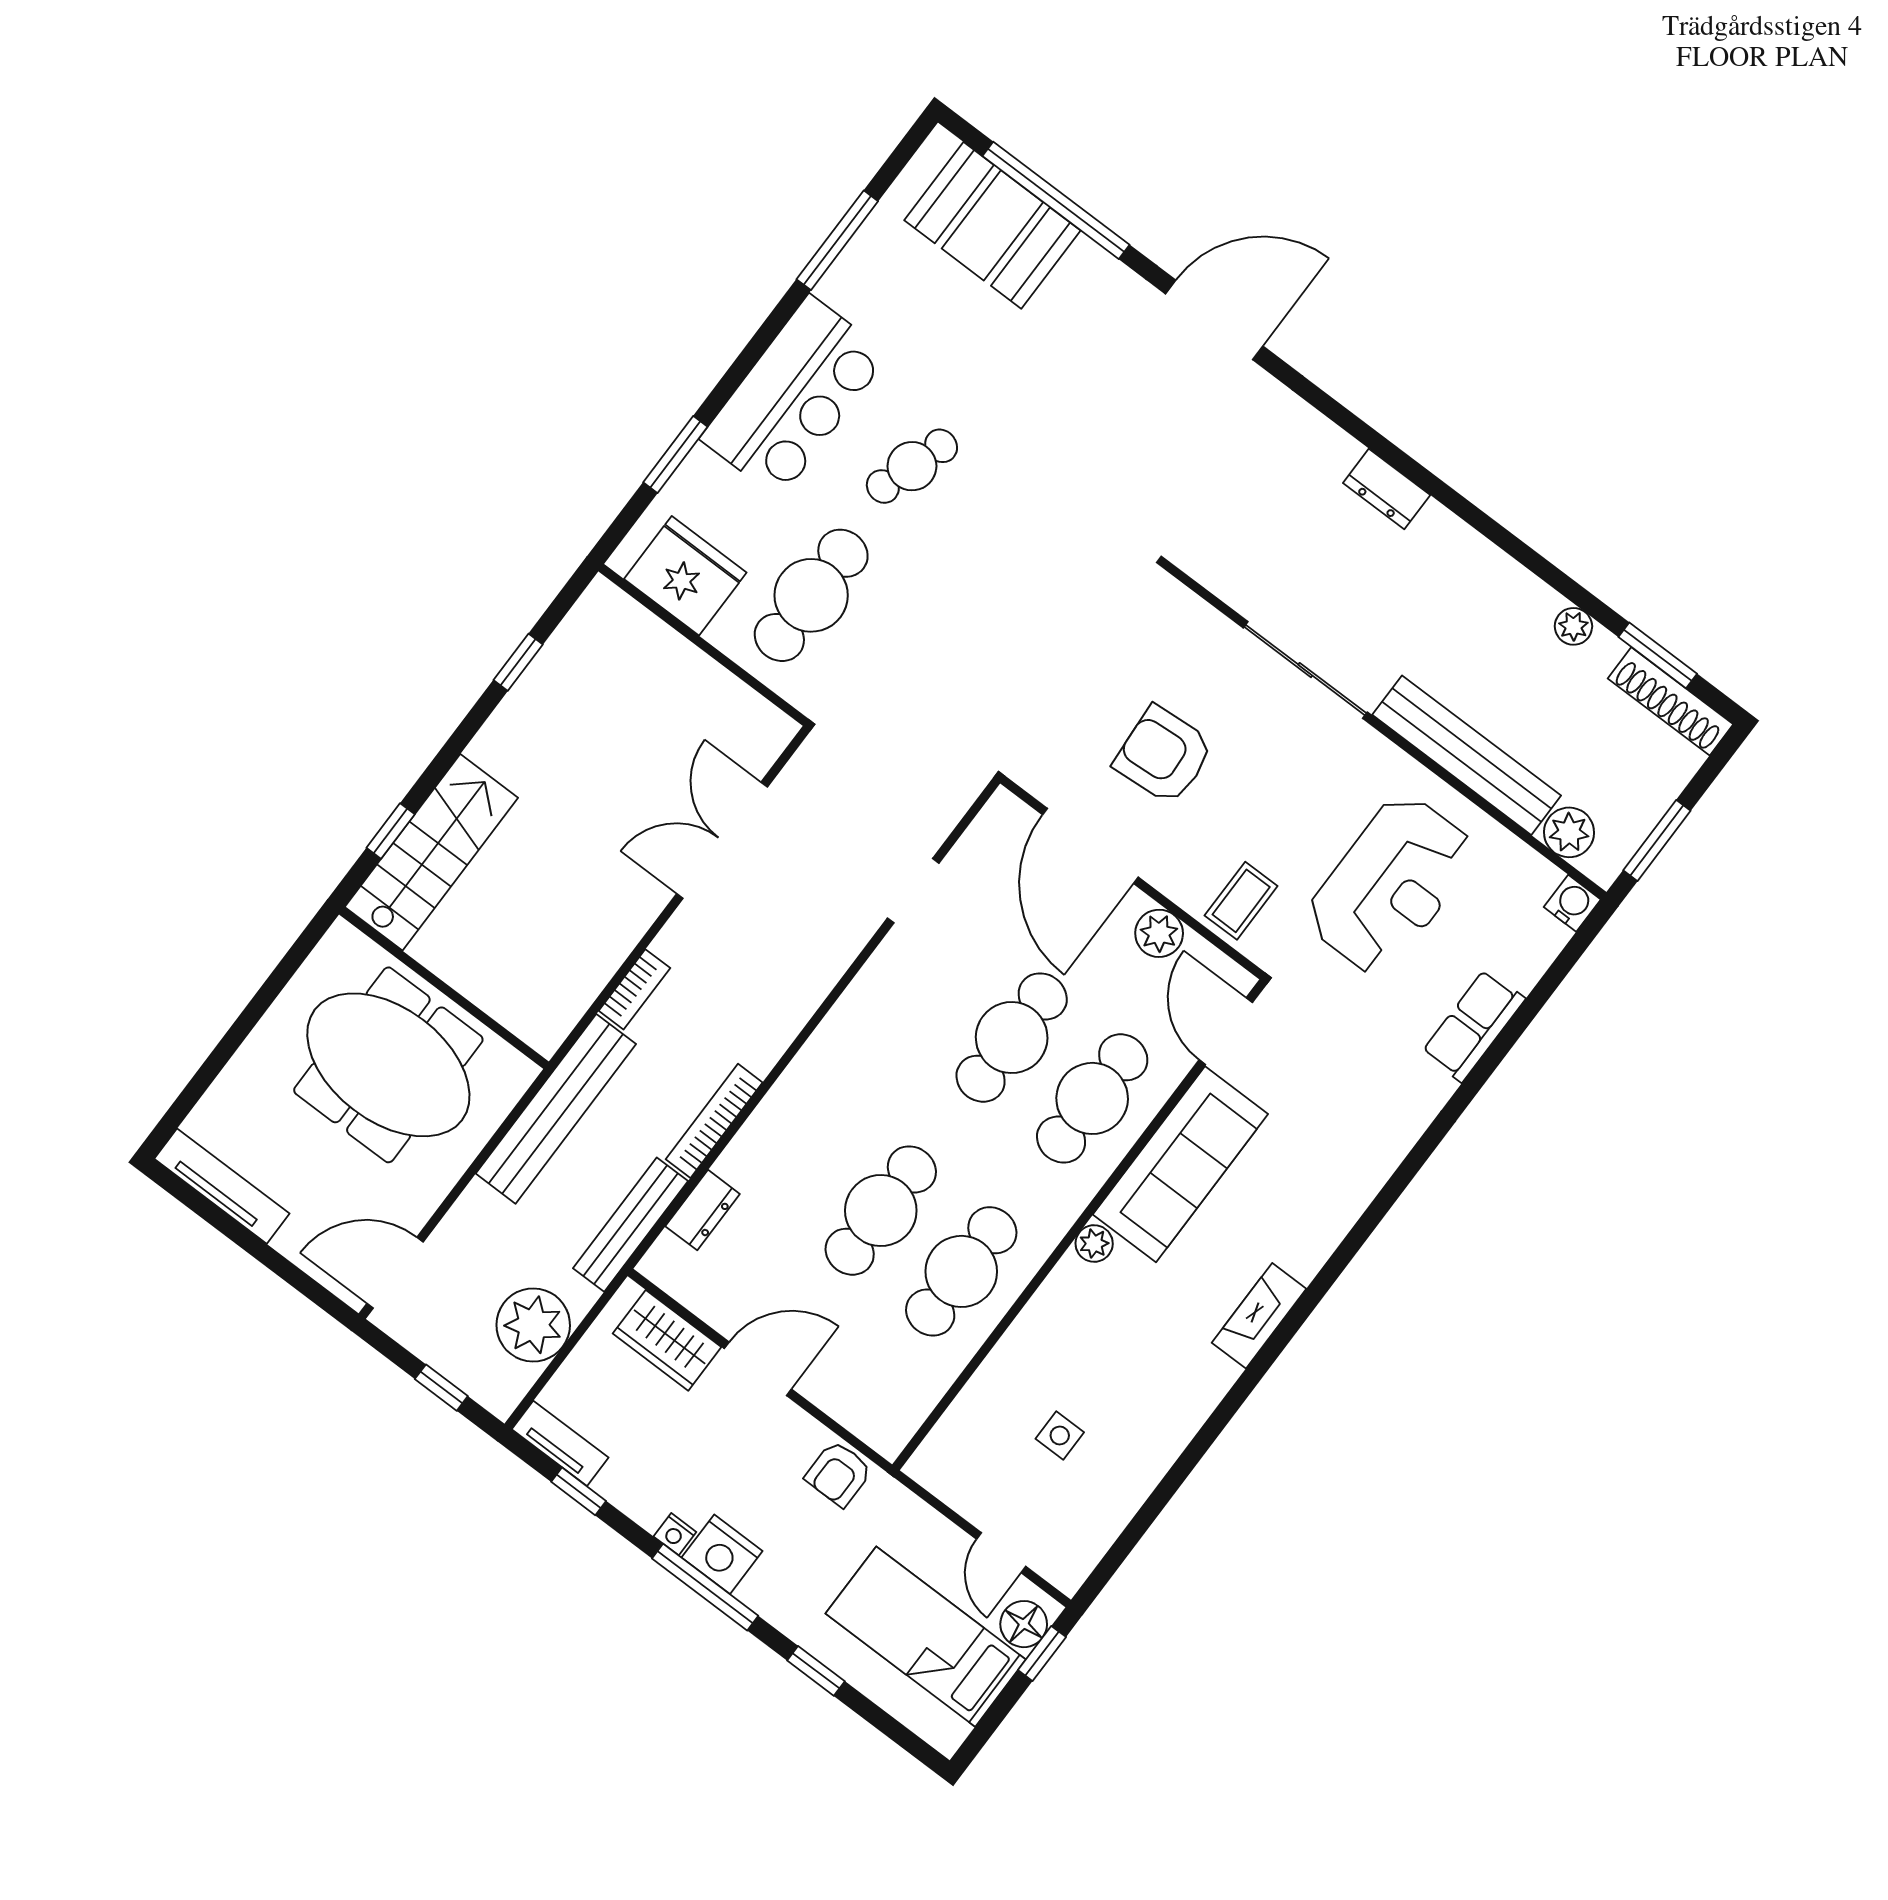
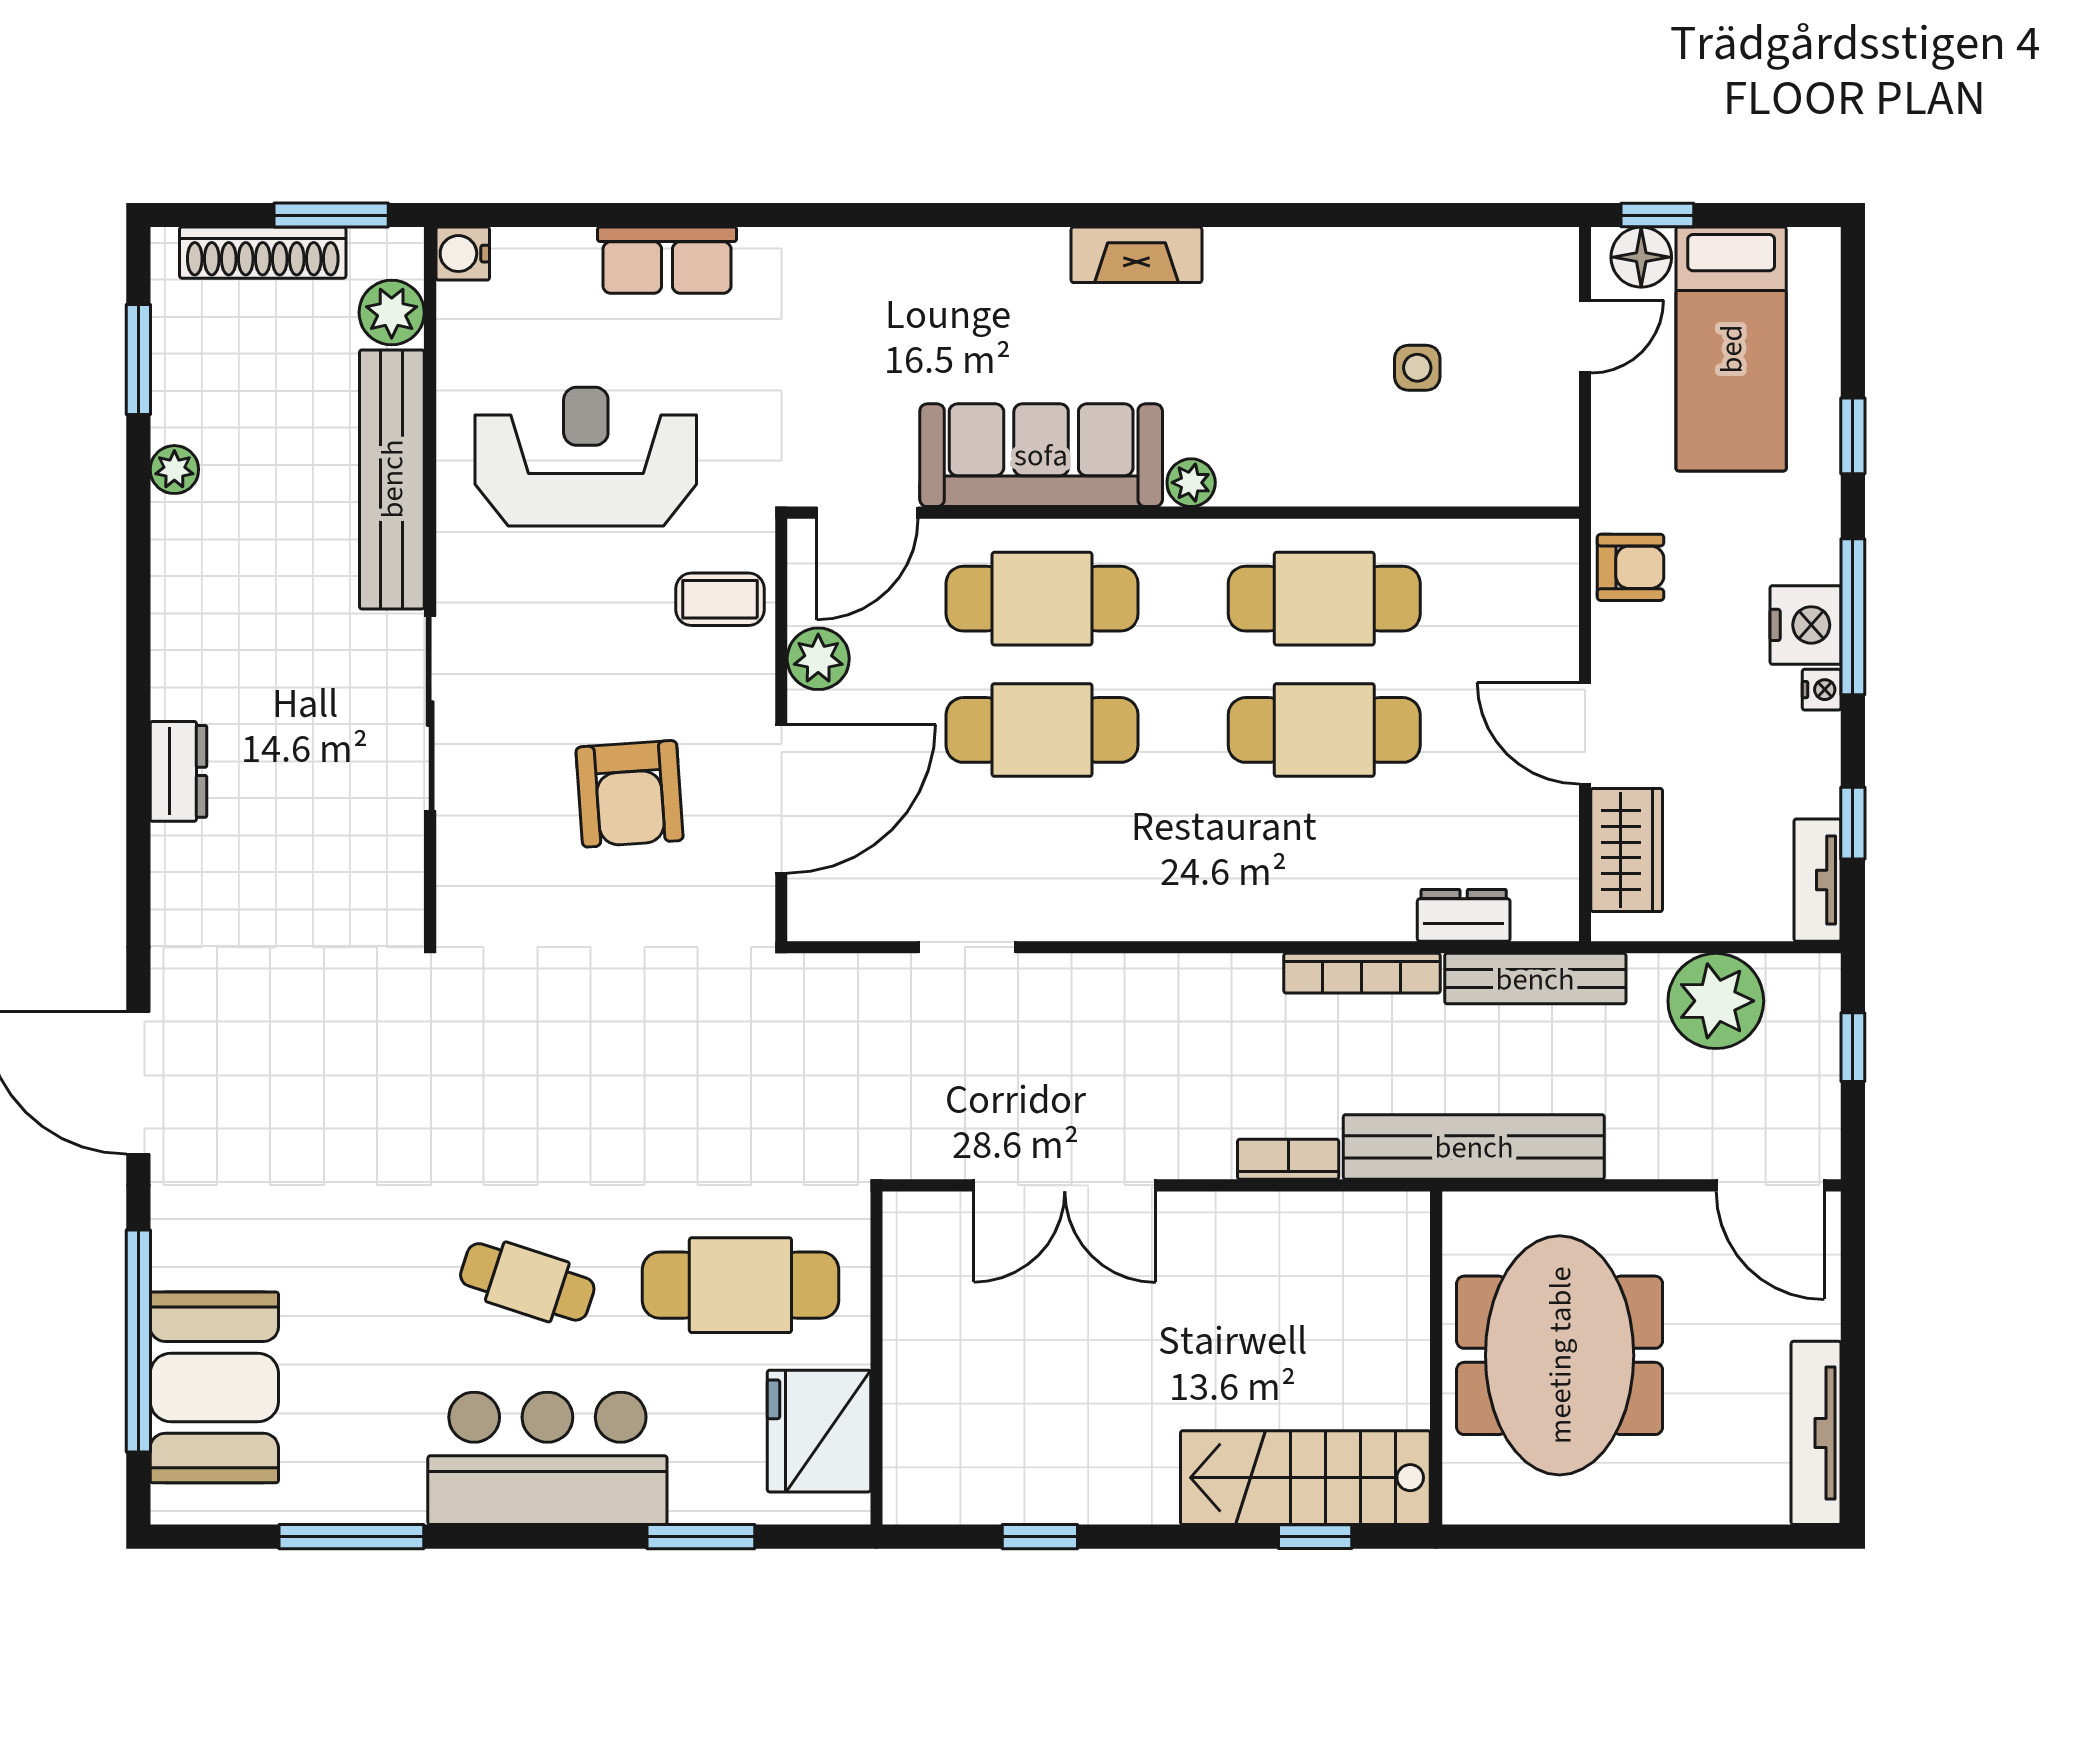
shoe rack: (1671, 701) -> (263, 253), moved, turned 90

